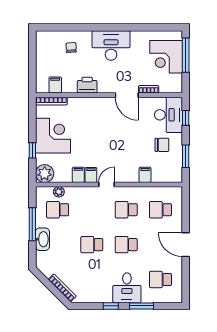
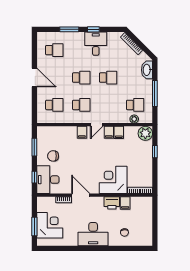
window: (186, 55) -> (34, 226), width x0.69
filing cabinet: (55, 85) -> (125, 203), moved
corner desk: (53, 136) -> (113, 180), moved, turned 90
filing cabinet: (145, 175) -> (82, 132), moved
washbasin: (42, 239) -> (147, 70), moved
desk: (127, 288) -> (96, 44), moved

